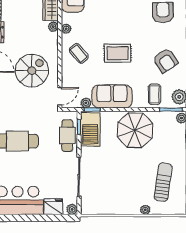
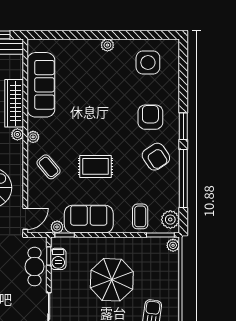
armchair: (165, 60) -> (156, 157), moved
barbecue: (90, 129) -> (58, 259), width x0.53, depth x0.65
parasol: (135, 130) -> (112, 280), moved

